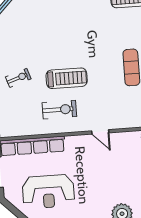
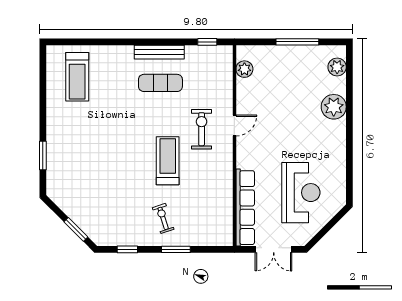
exercise bike: (59, 110) -> (202, 129), moved

